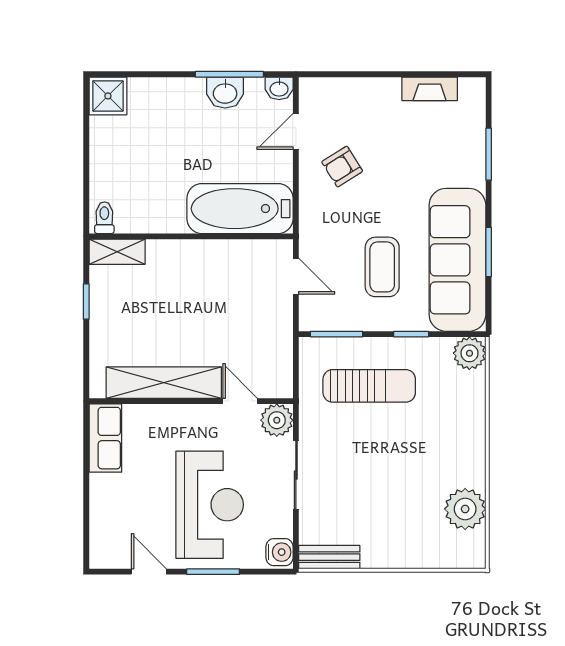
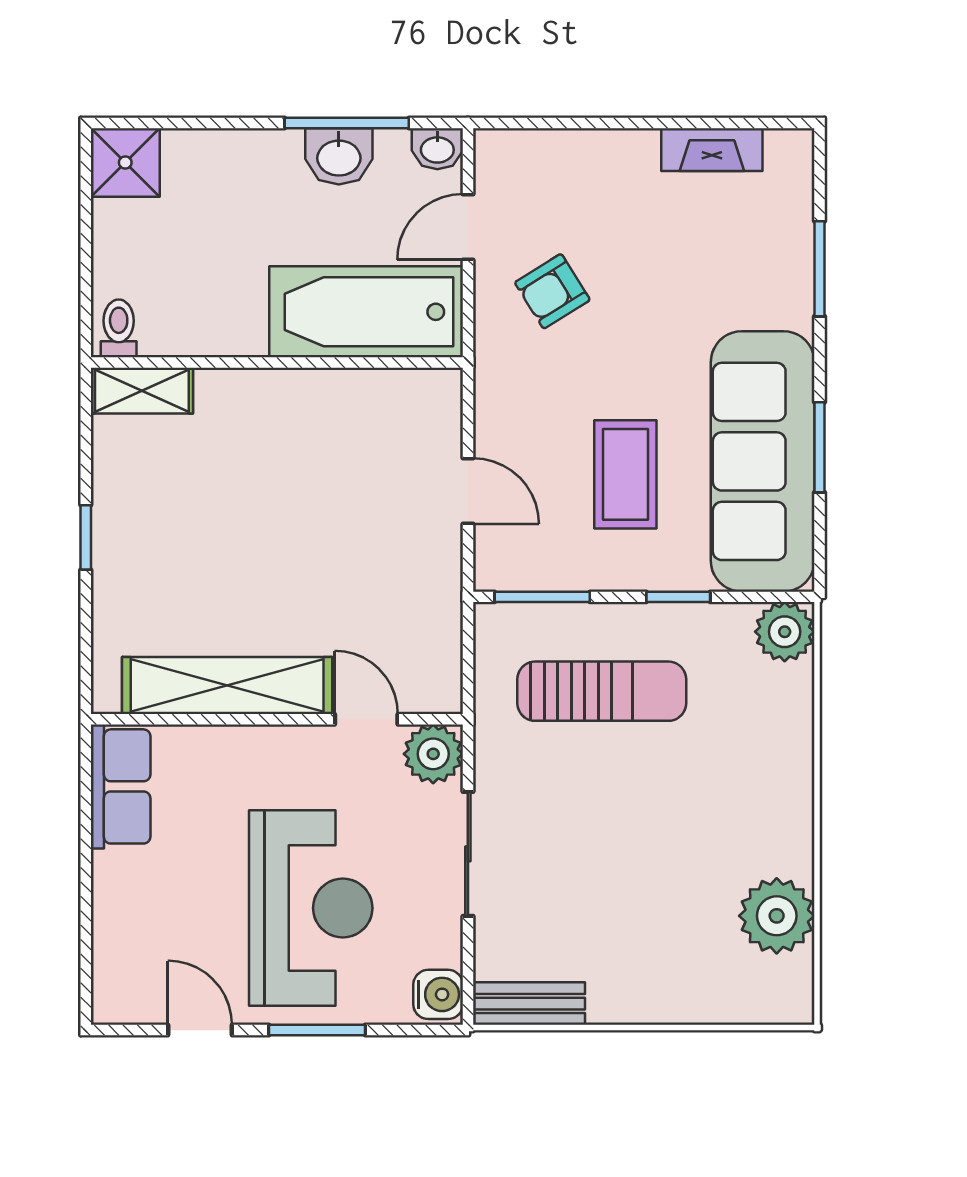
bathtub: (240, 209) -> (366, 312), moved
toilet: (104, 218) -> (119, 328), moved
wall: (191, 236) -> (277, 362), moved
shelving: (117, 252) -> (142, 391), moved

